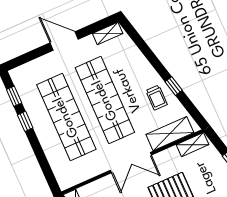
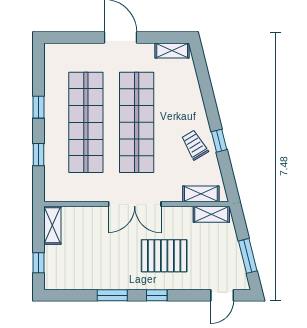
window: (14, 96) -> (38, 155), moved
trolley: (157, 98) -> (195, 145), turned 149
shelving: (170, 134) -> (201, 194), width x0.67, depth x0.75

